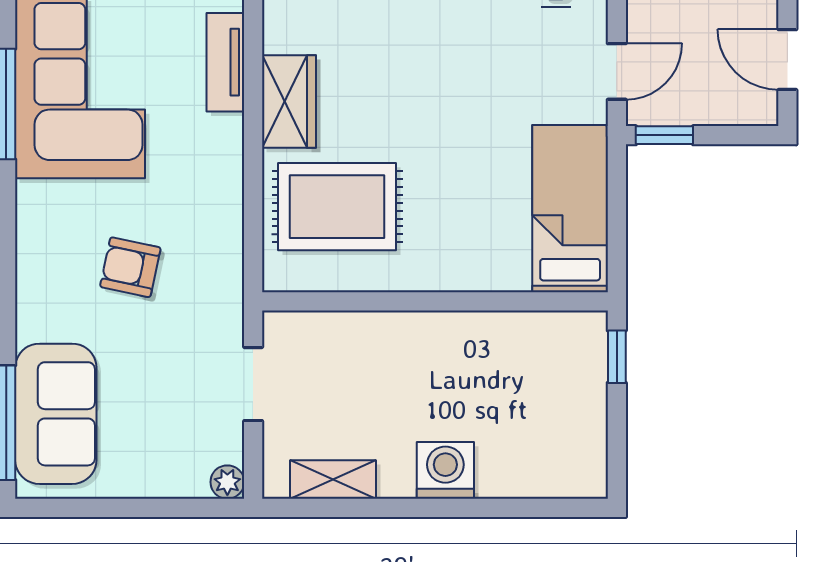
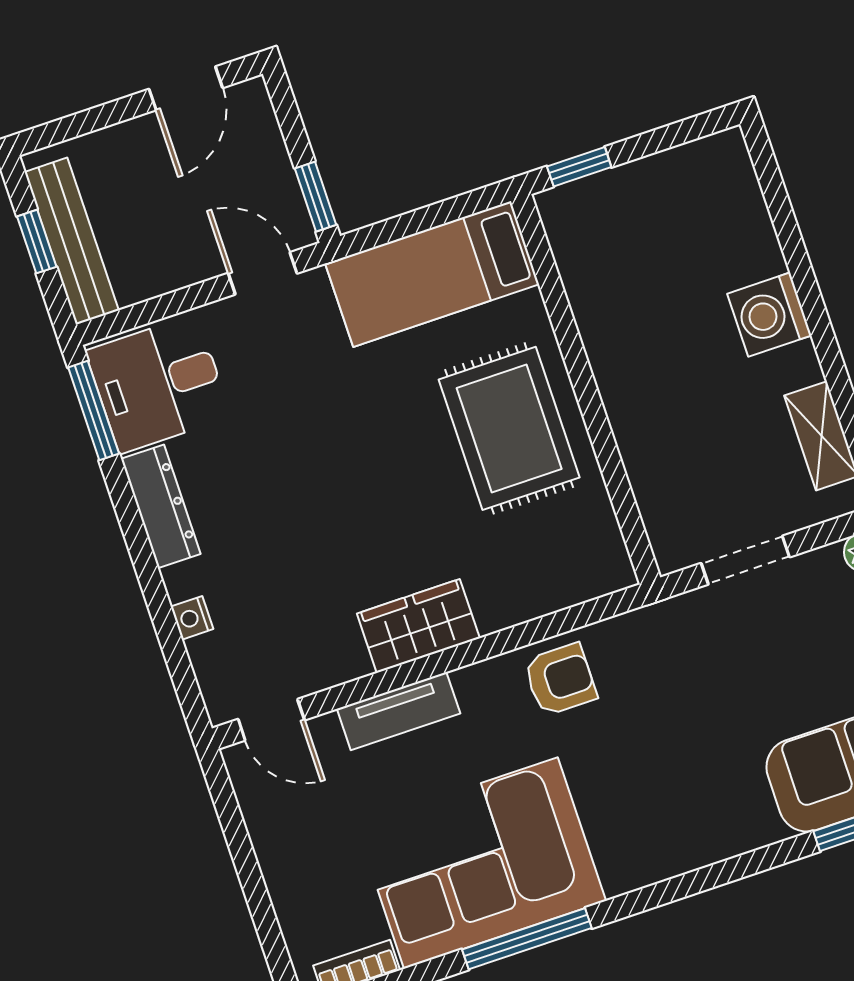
rug: (337, 207) -> (509, 428), moved
armchair: (130, 267) -> (560, 679), moved, turned -102

